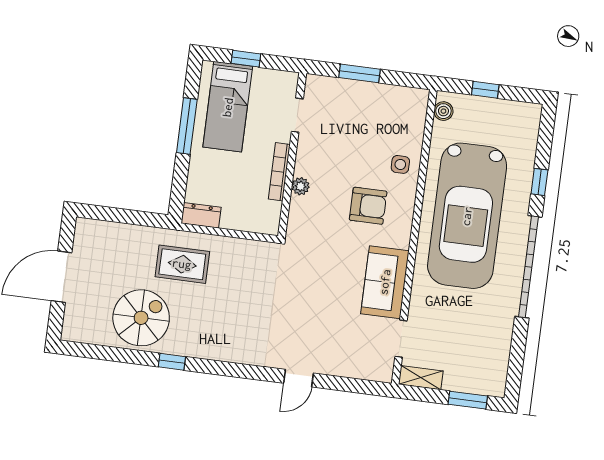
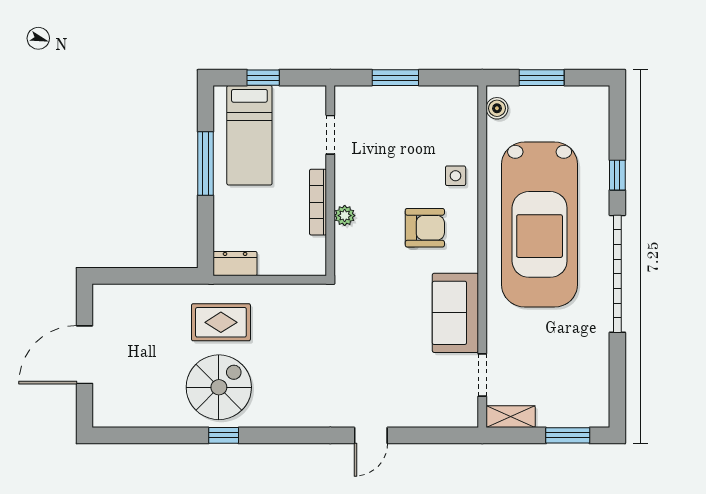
window: (485, 90) -> (542, 78), width x1.50
spiral stairs: (141, 318) -> (219, 387), moved

